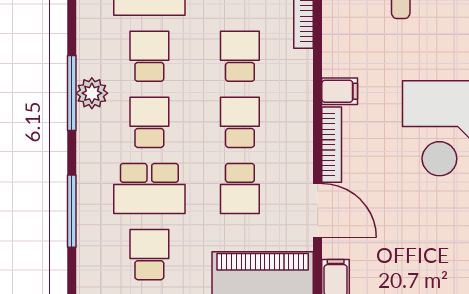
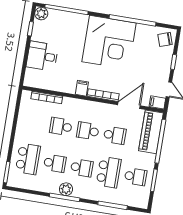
school desk: (149, 56) -> (55, 163), turned 180
school desk: (149, 122) -> (82, 168), turned 180
school desk: (149, 255) -> (136, 177), turned 180

